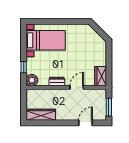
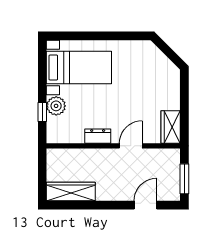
plant: (32, 80) -> (56, 106), moved

